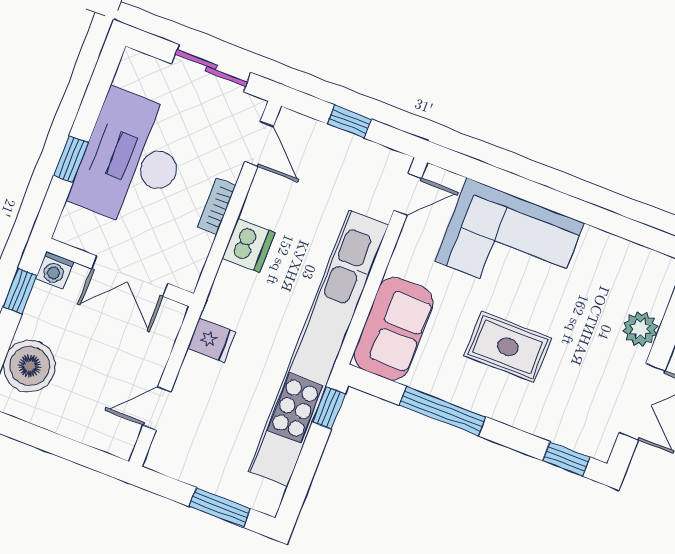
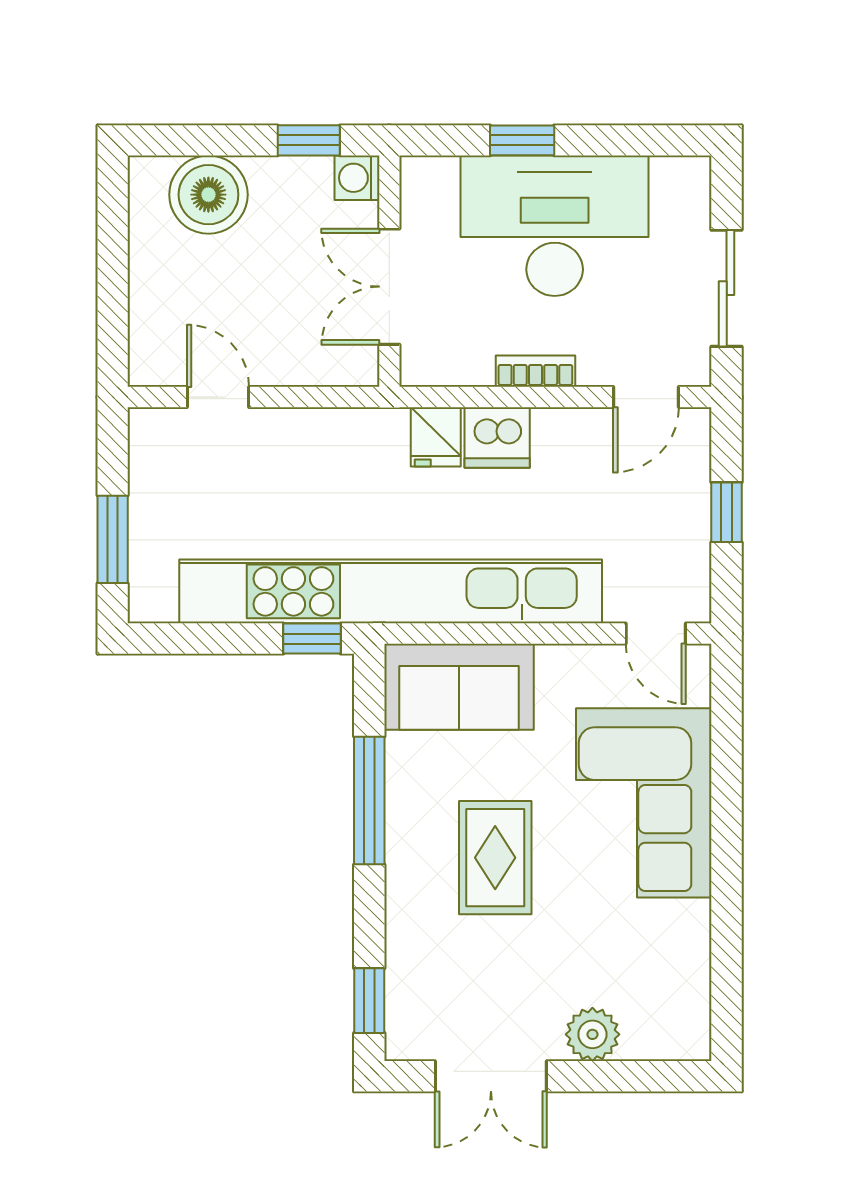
fridge: (212, 340) -> (436, 437), moved

